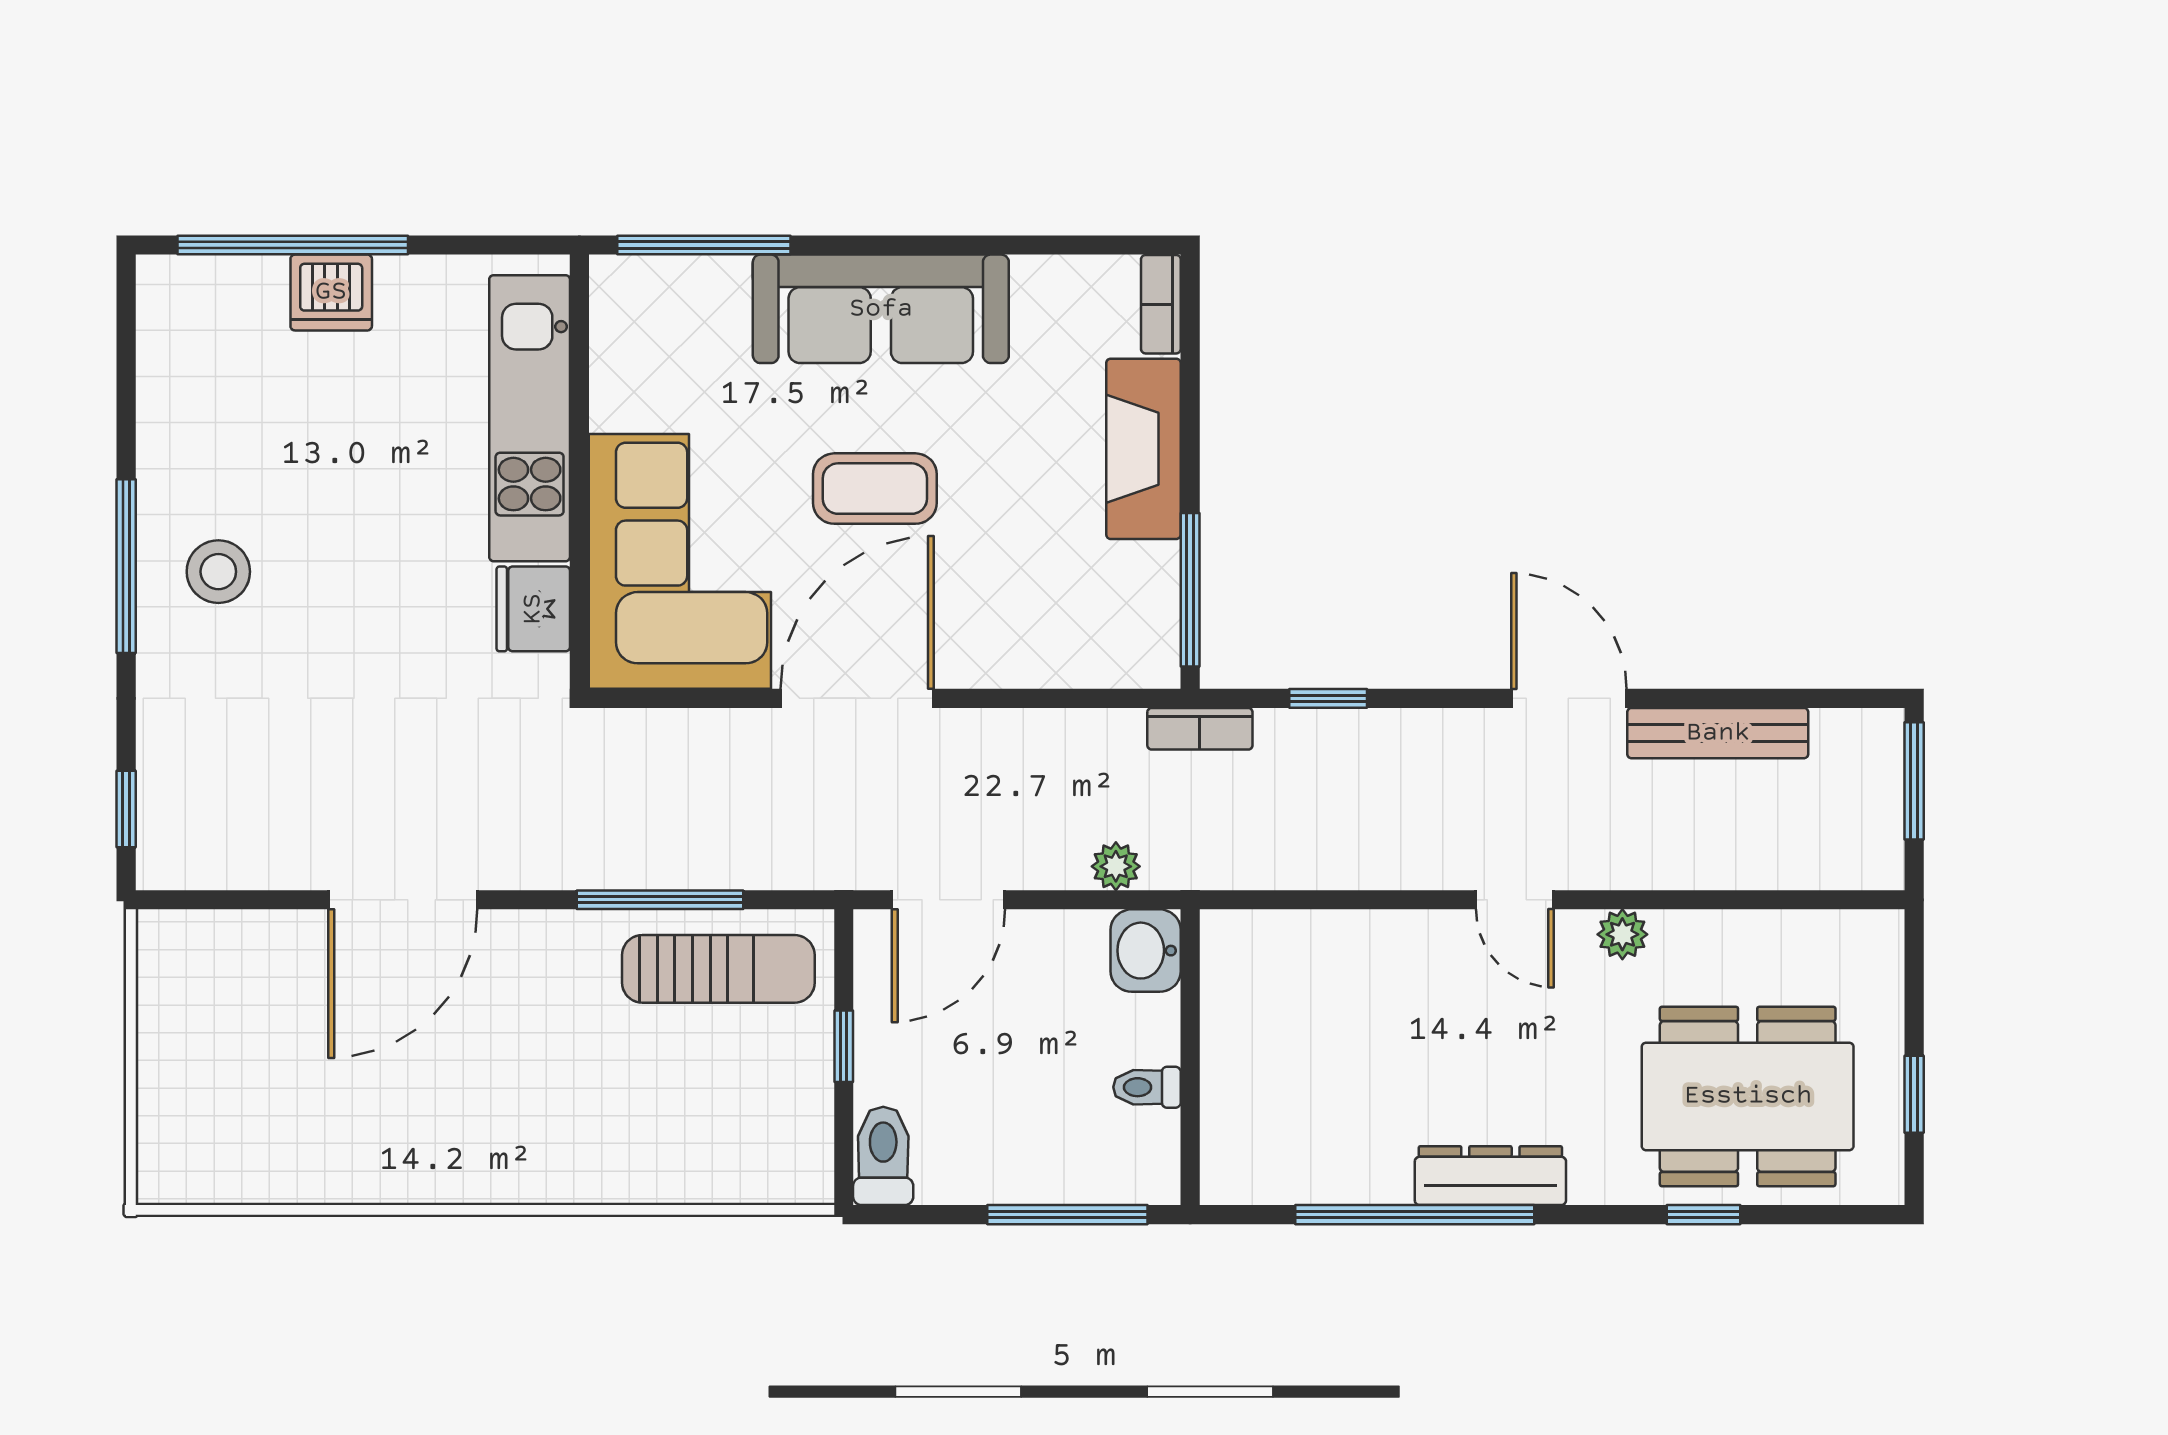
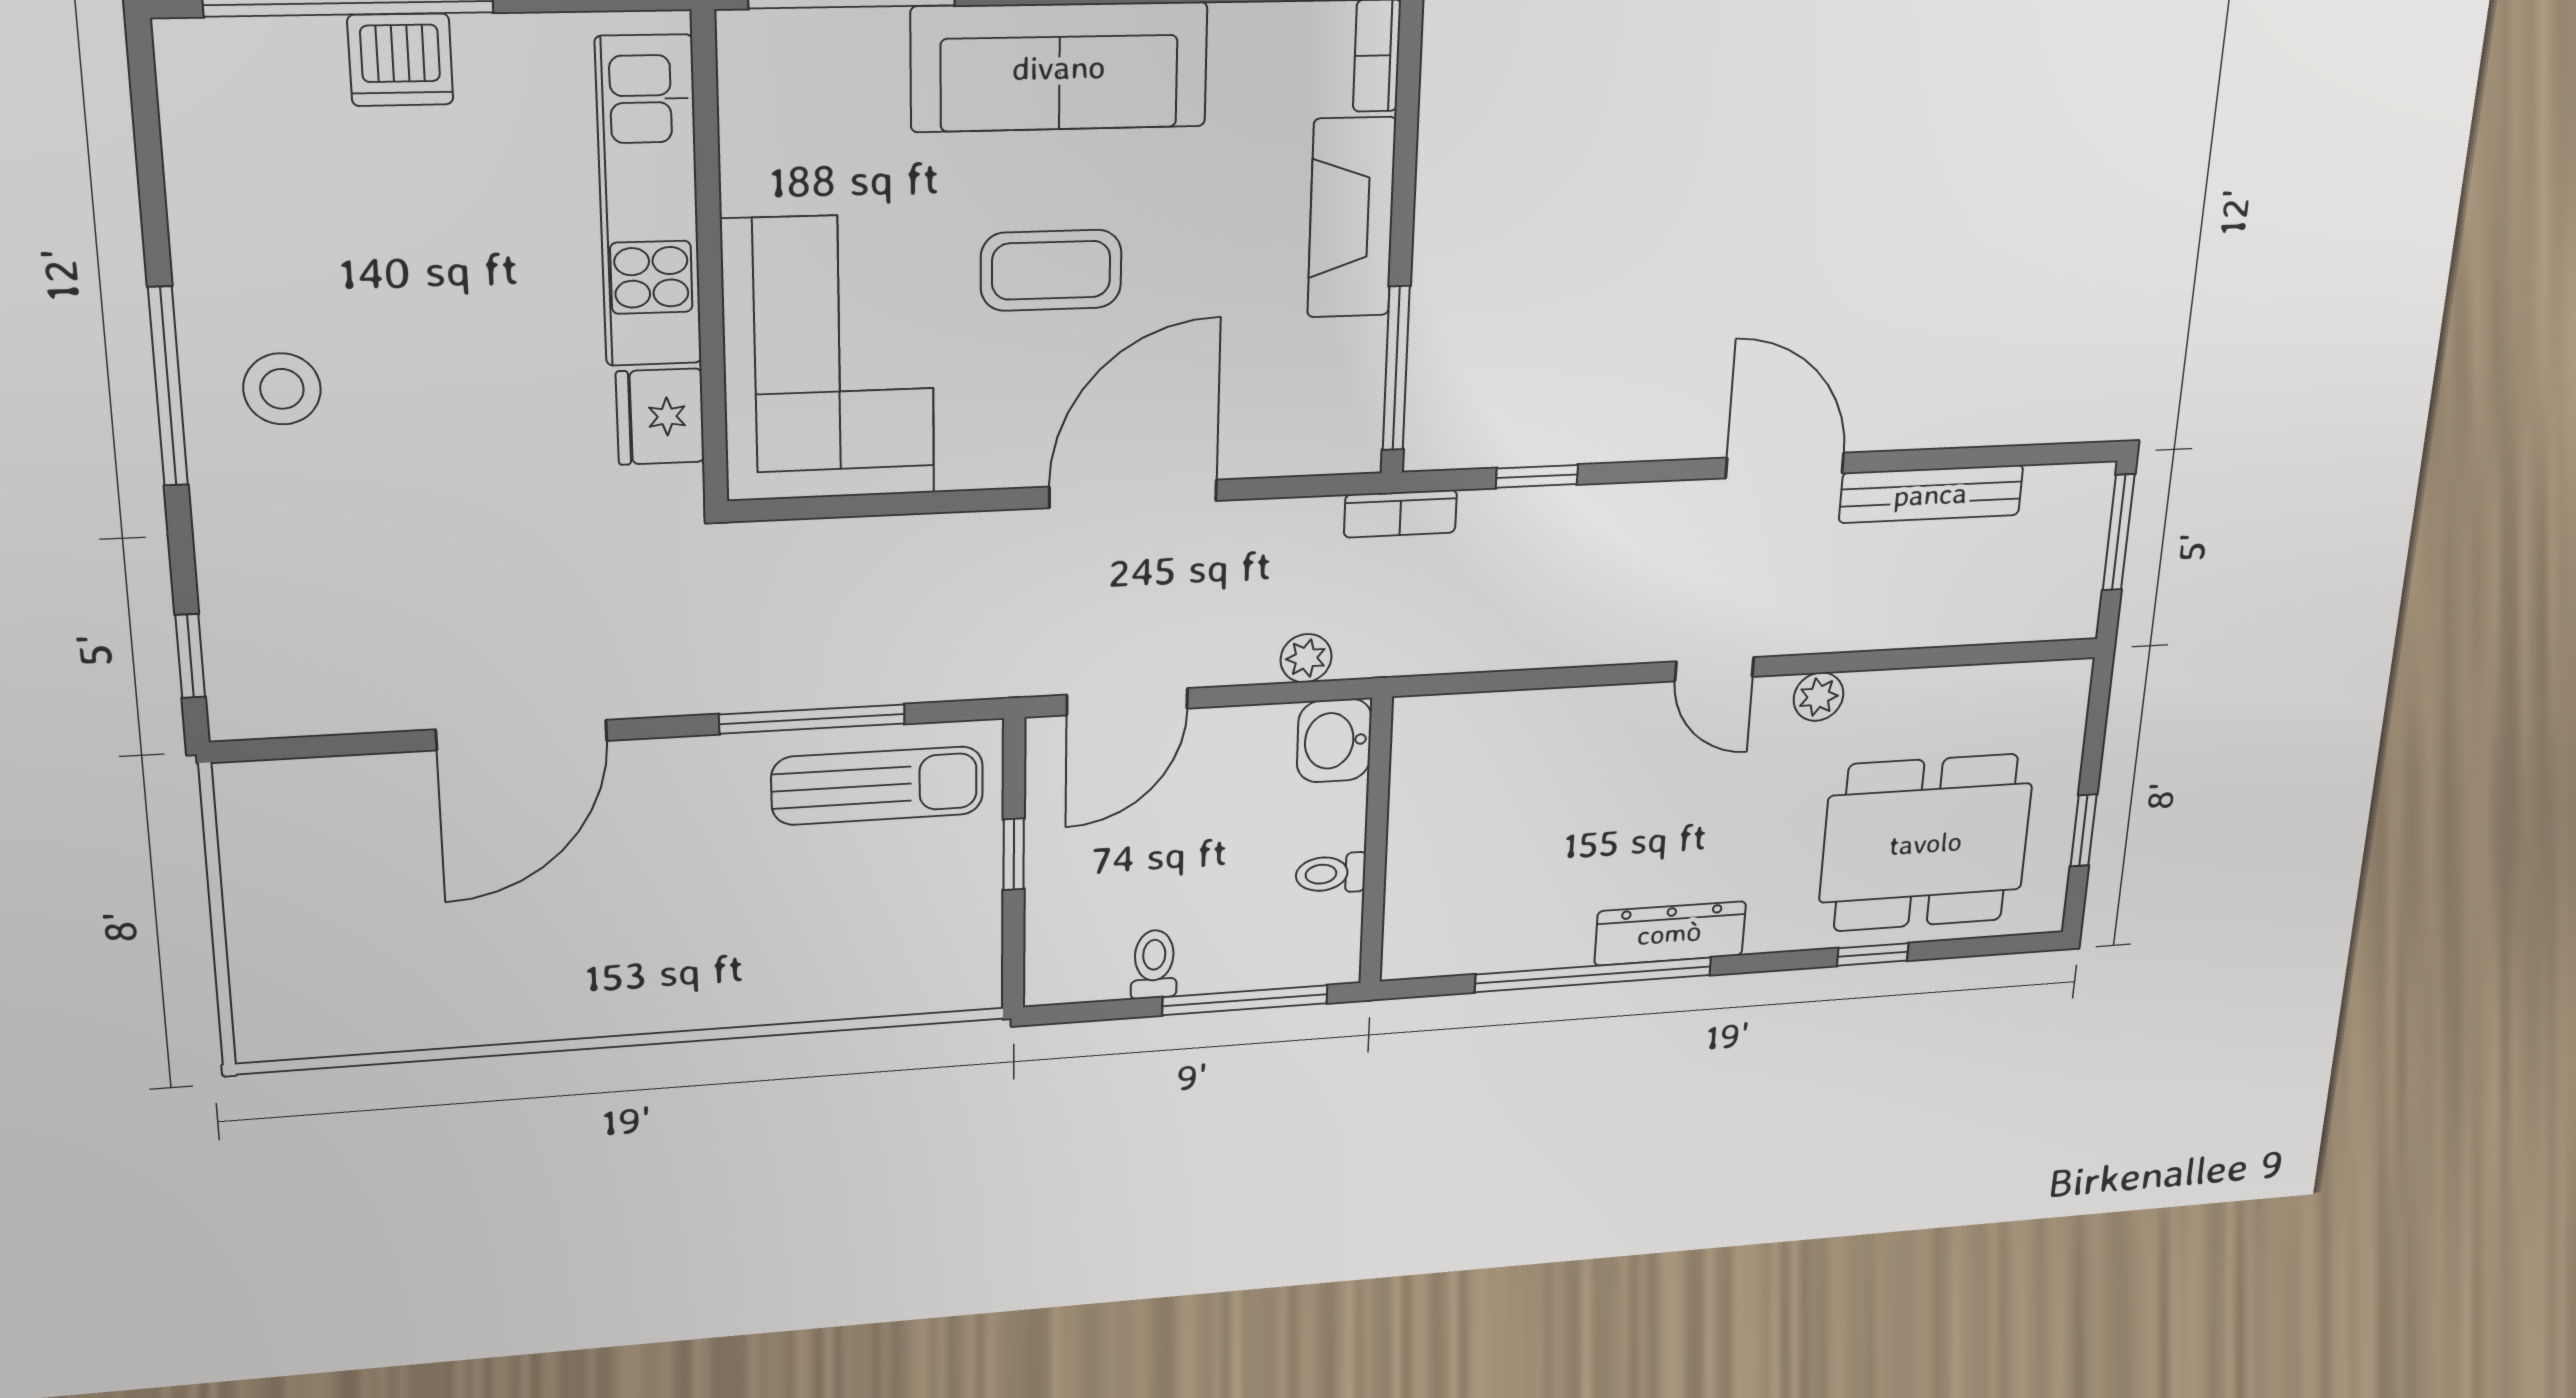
door: (857, 698) -> (1133, 494), moved
toilet: (883, 1156) -> (1154, 964), moved, width x0.73, depth x0.72

